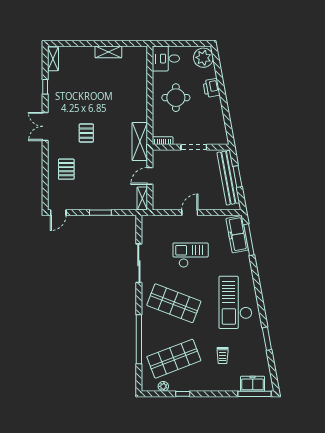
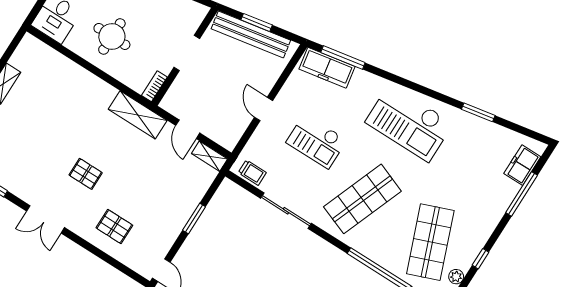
checkout: (191, 255) -> (316, 141), turned -90
trolley: (223, 356) -> (252, 173), moved
window: (254, 394) -> (522, 194), moved

